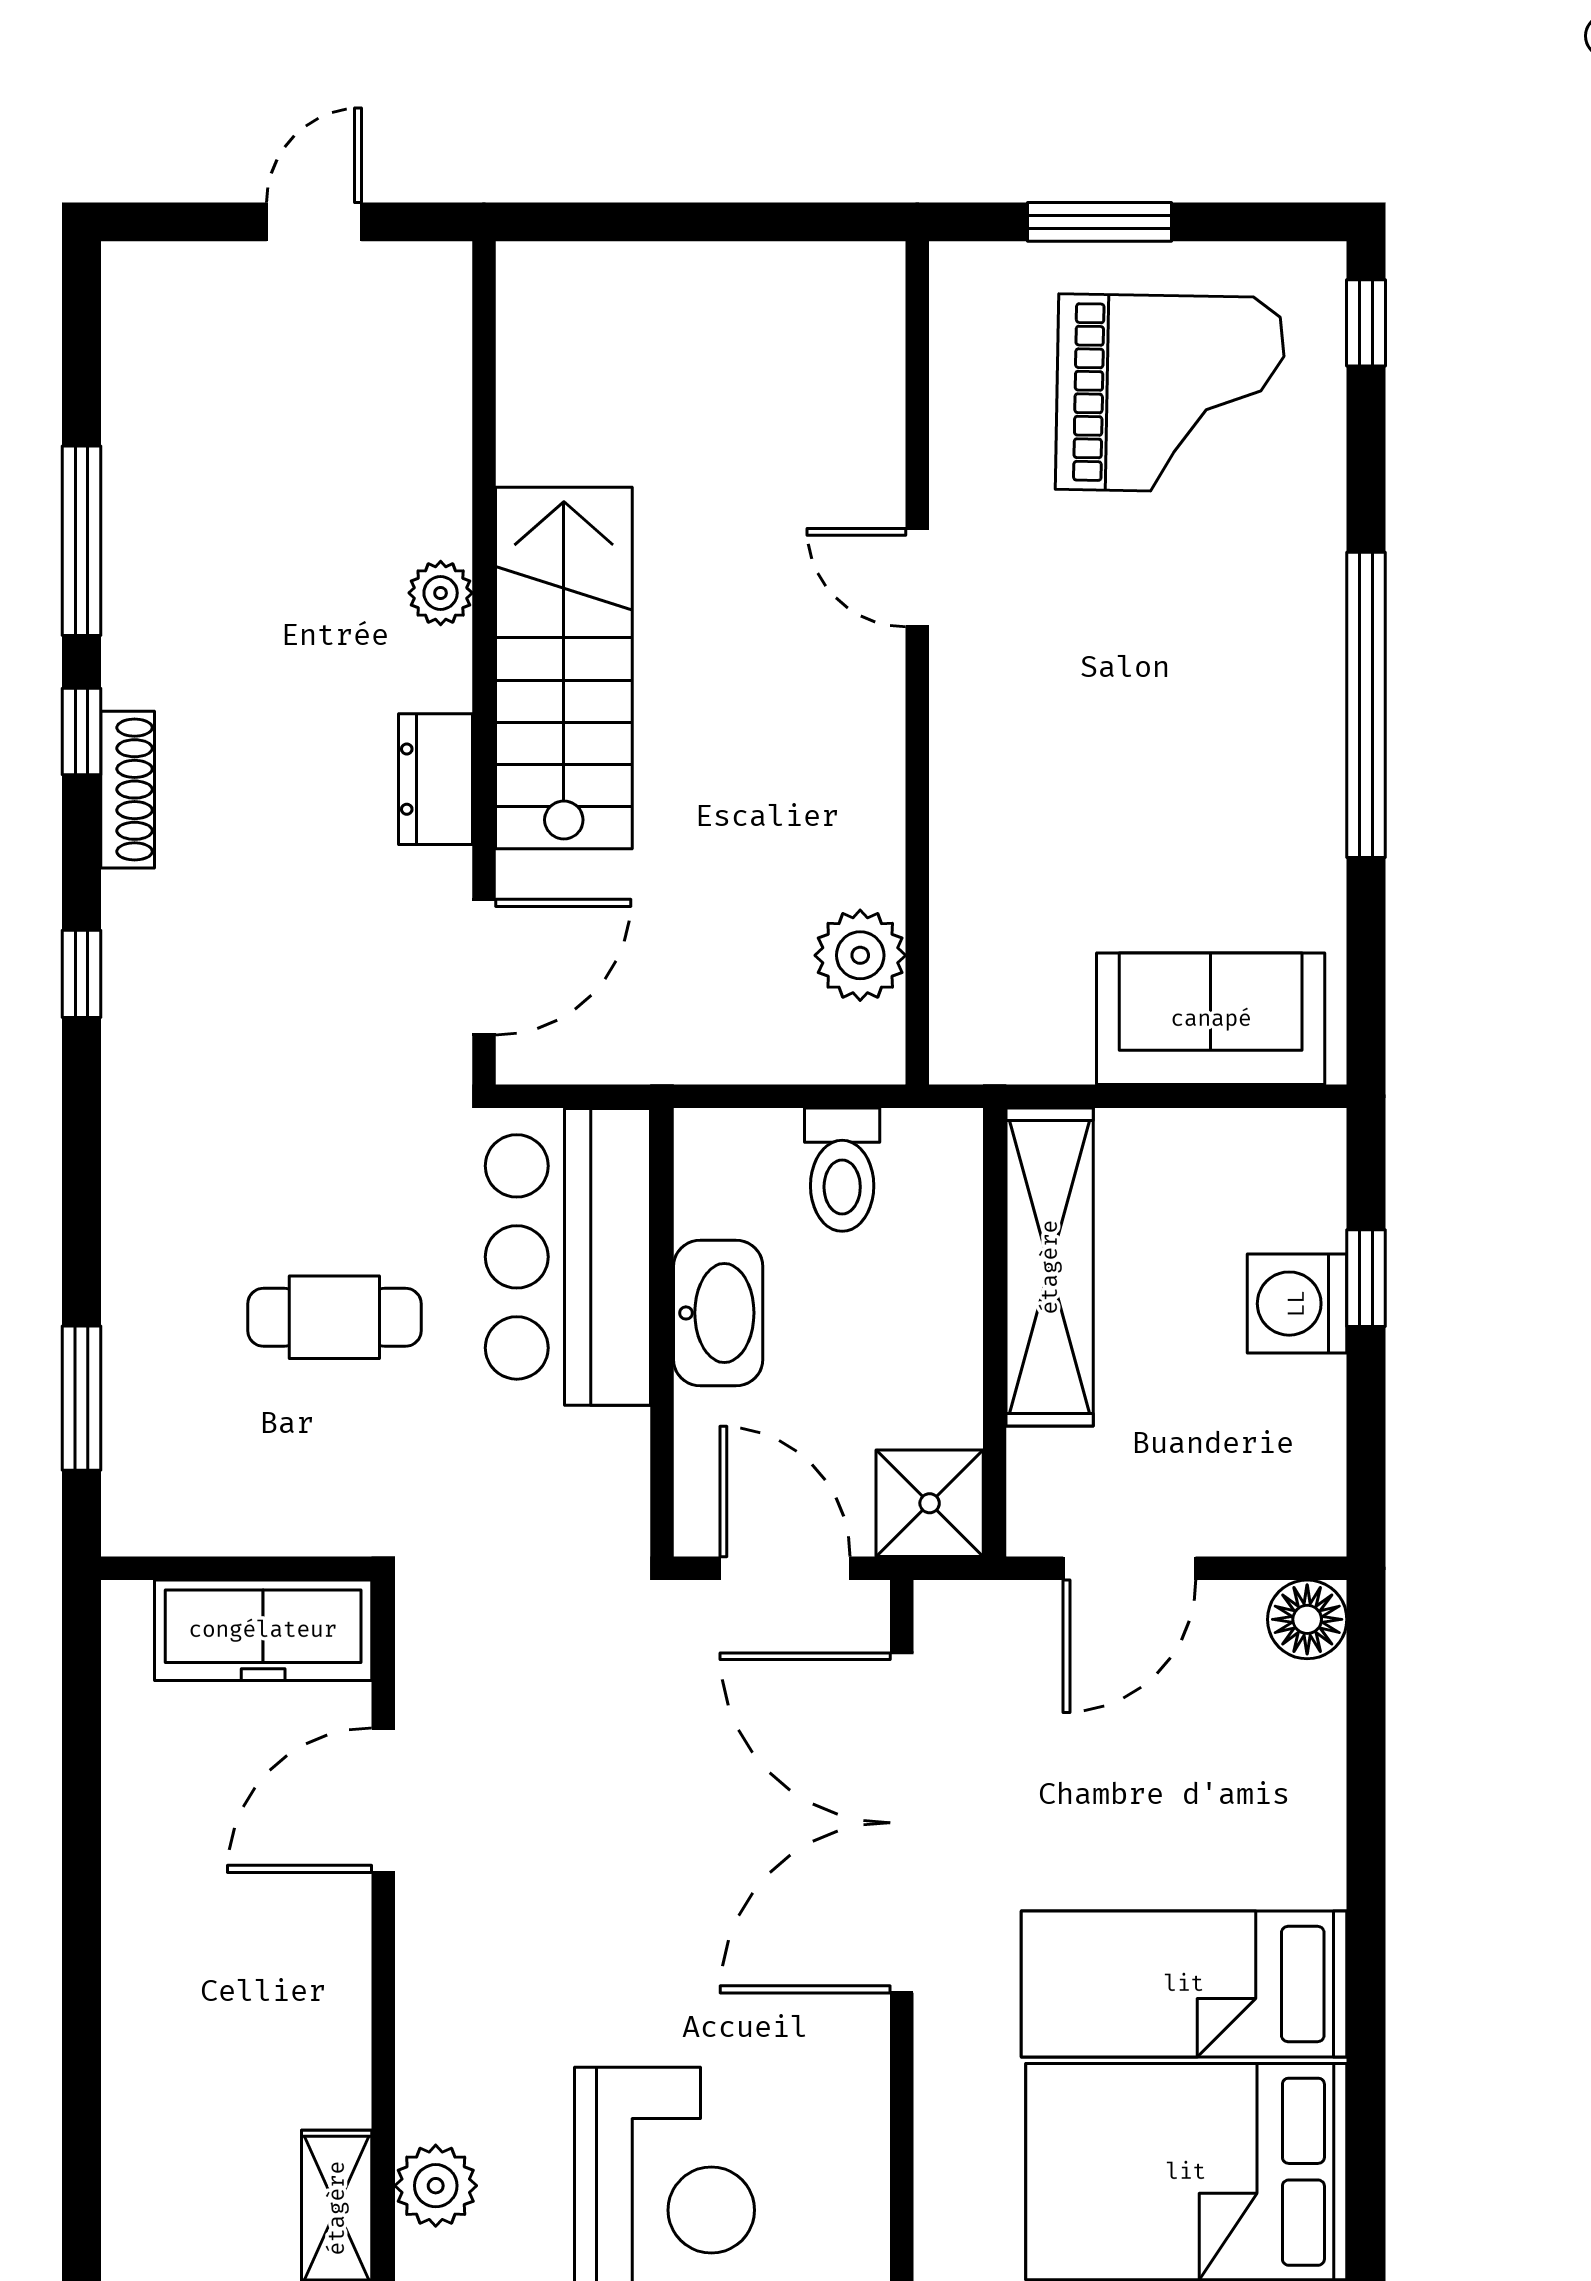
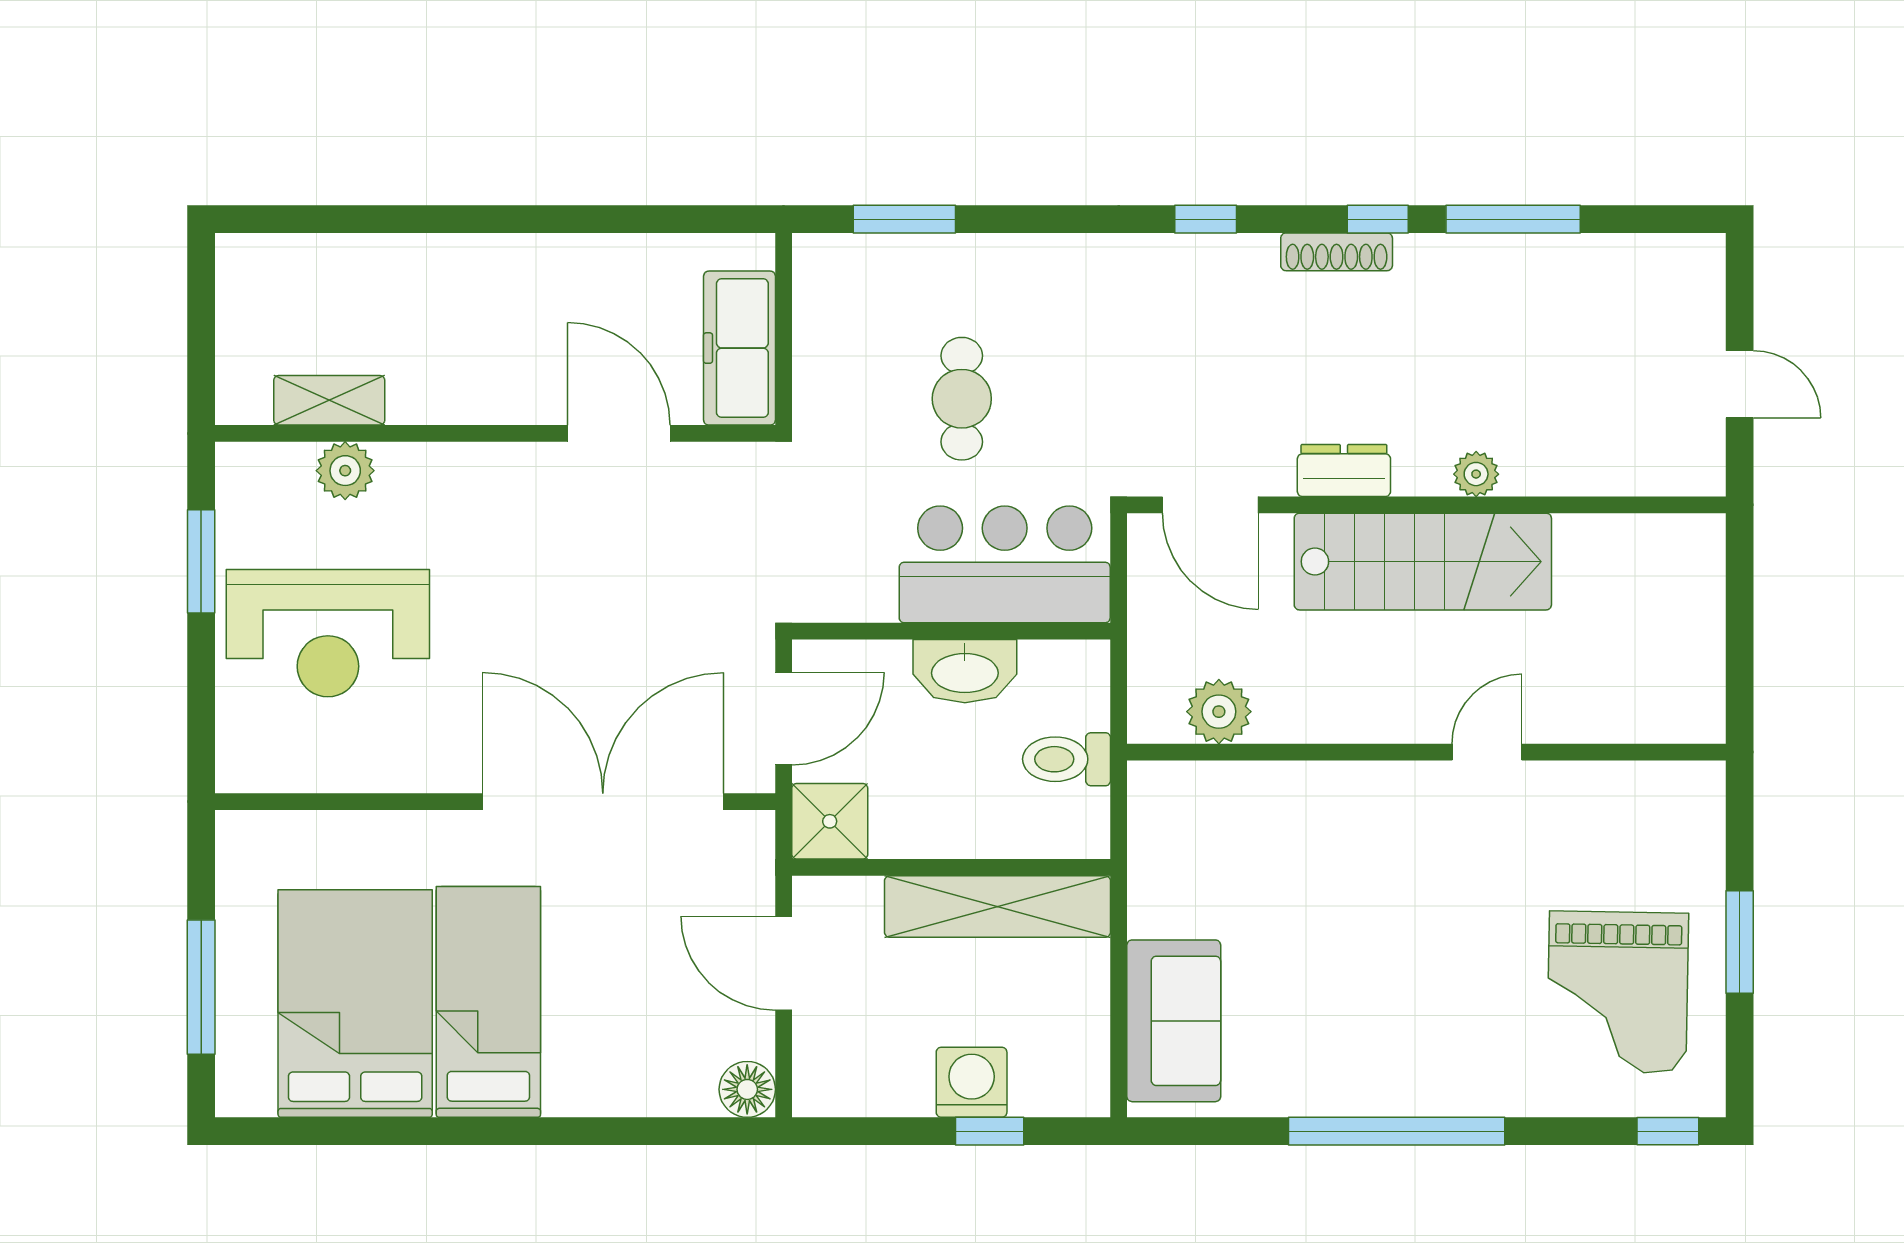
door: (917, 578) -> (1487, 752), moved
wall: (917, 663) -> (1426, 752), moved
plant: (860, 955) -> (1219, 712), moved

